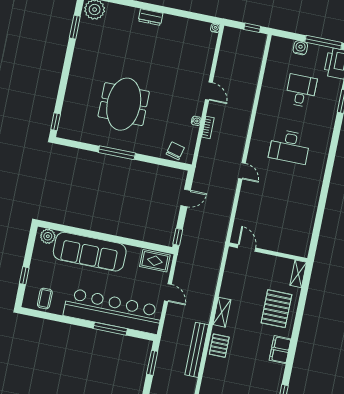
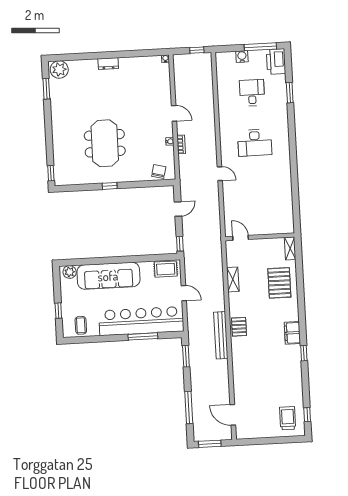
window: (117, 153) -> (110, 186), width x0.46
shelving: (222, 312) -> (233, 279), moved
filing cabinet: (280, 350) -> (292, 333), moved

